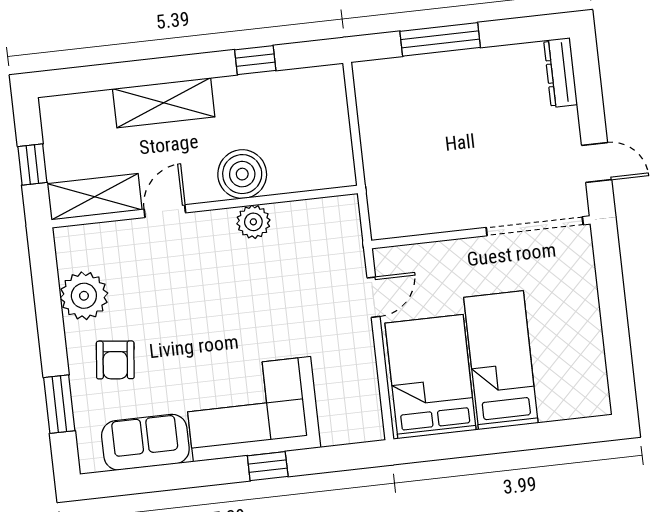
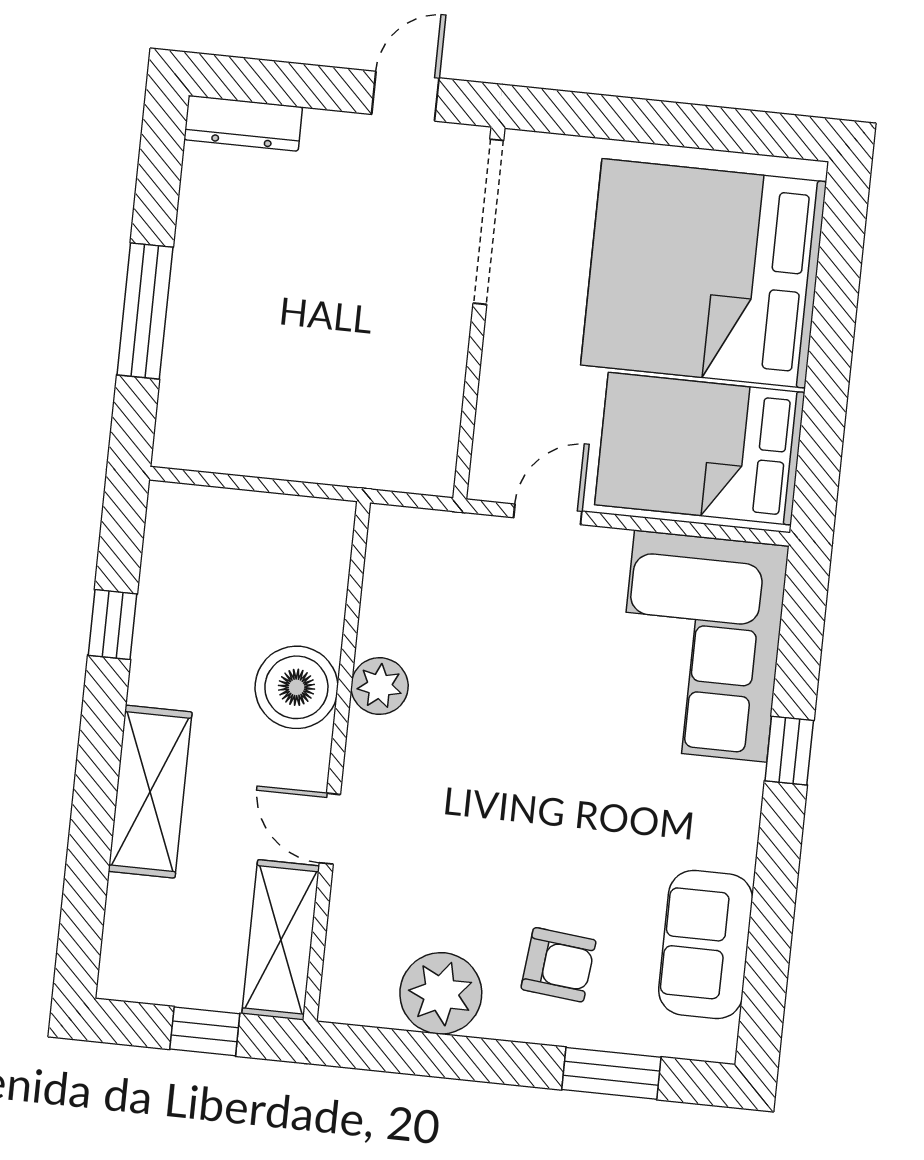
door: (373, 297) -> (548, 514), hinge flipped
bed: (501, 360) -> (704, 273), width x2.04
corner sofa: (252, 409) -> (701, 646), moved

